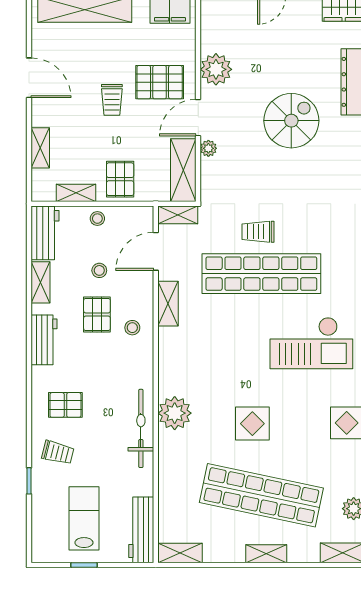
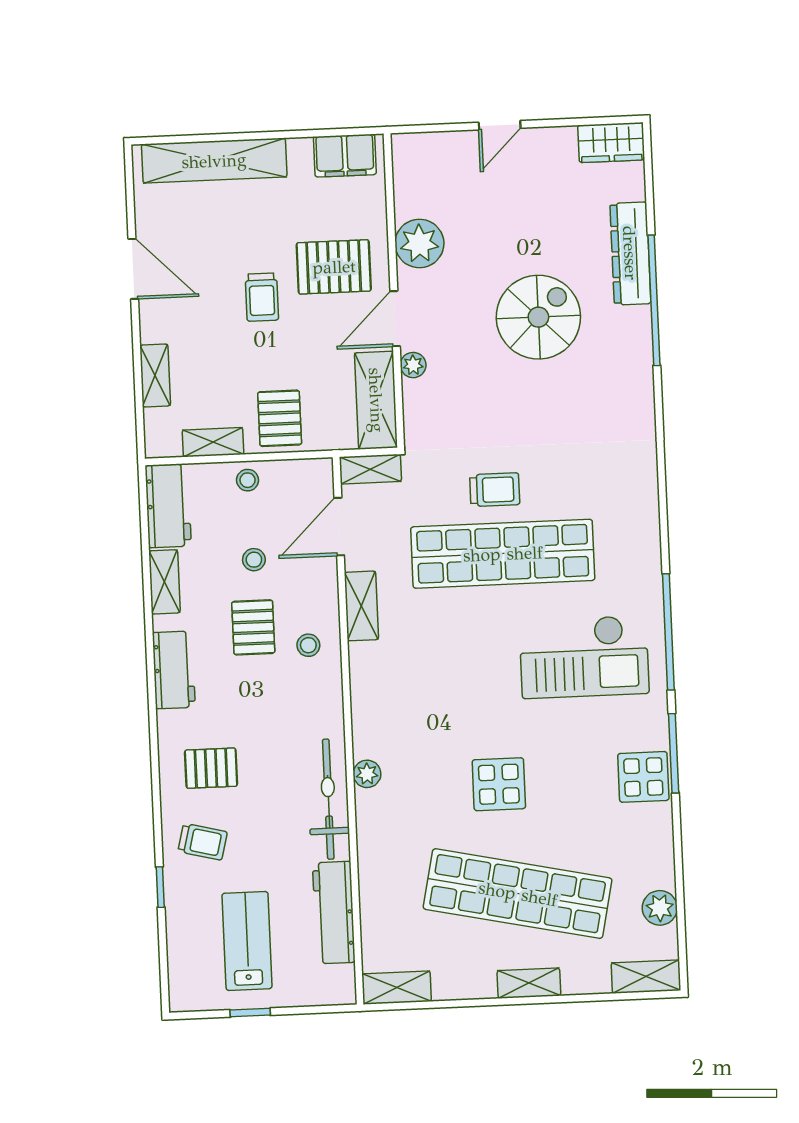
trolley: (258, 232) -> (495, 490), turned 180
plant: (175, 413) -> (367, 774), width x0.53, depth x0.53
workbench: (141, 530) -> (334, 913), moved

